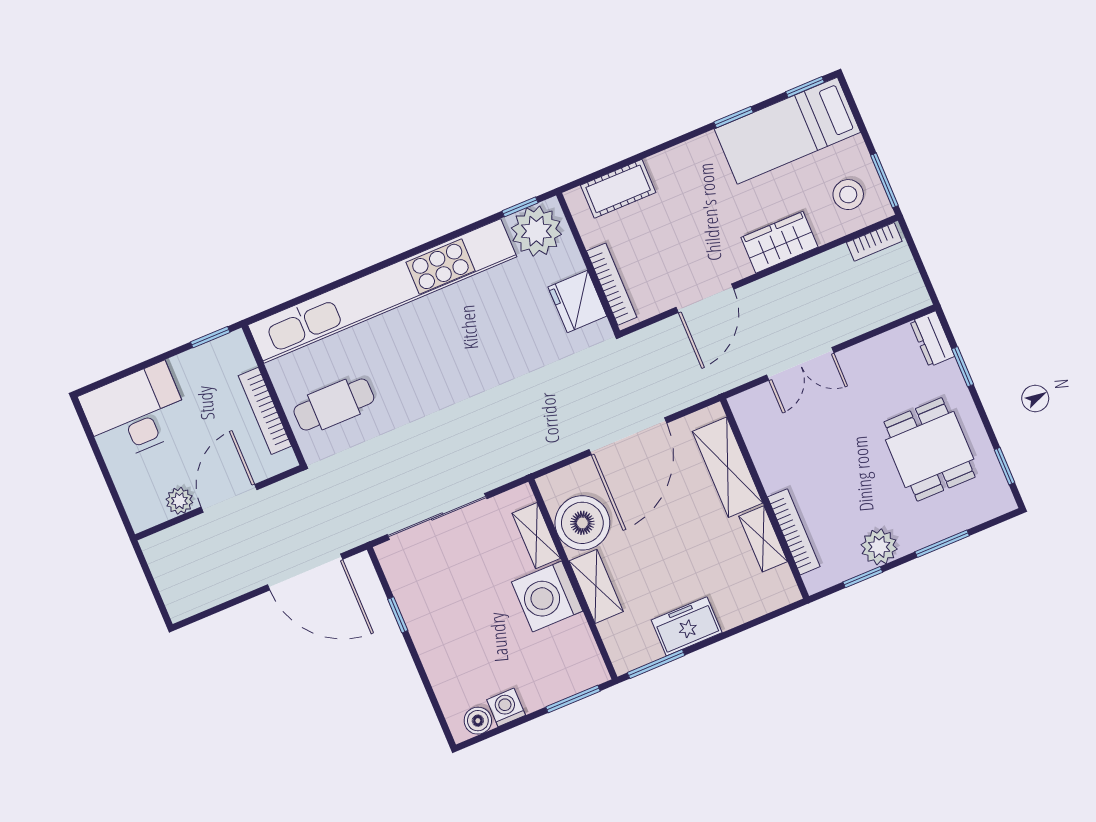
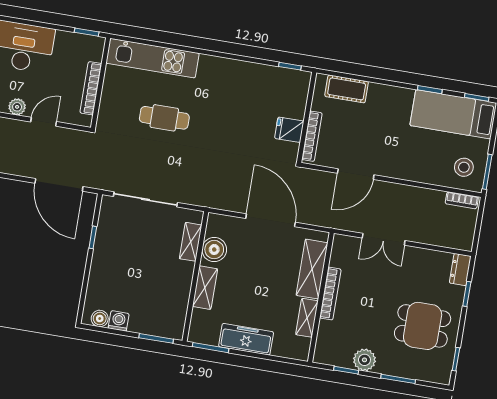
plant: (536, 231) -> (290, 84), removed
wardrobe: (779, 242) -> (413, 169), removed
kitchen unit: (382, 291) -> (153, 58), width x0.54
fridge: (577, 302) -> (289, 130), width x0.72
cafe table: (334, 405) -> (164, 118), moved
door: (628, 436) -> (271, 220), swing flipped
dining table: (930, 449) -> (423, 326), turned 90
door: (229, 498) -> (44, 122), width x0.73
boiler: (582, 523) -> (214, 250), width x0.73, depth x0.73
bookcase: (794, 532) -> (330, 294), moved
washing machine: (547, 596) -> (176, 277), removed
freezer: (687, 626) -> (246, 339), width x1.40

